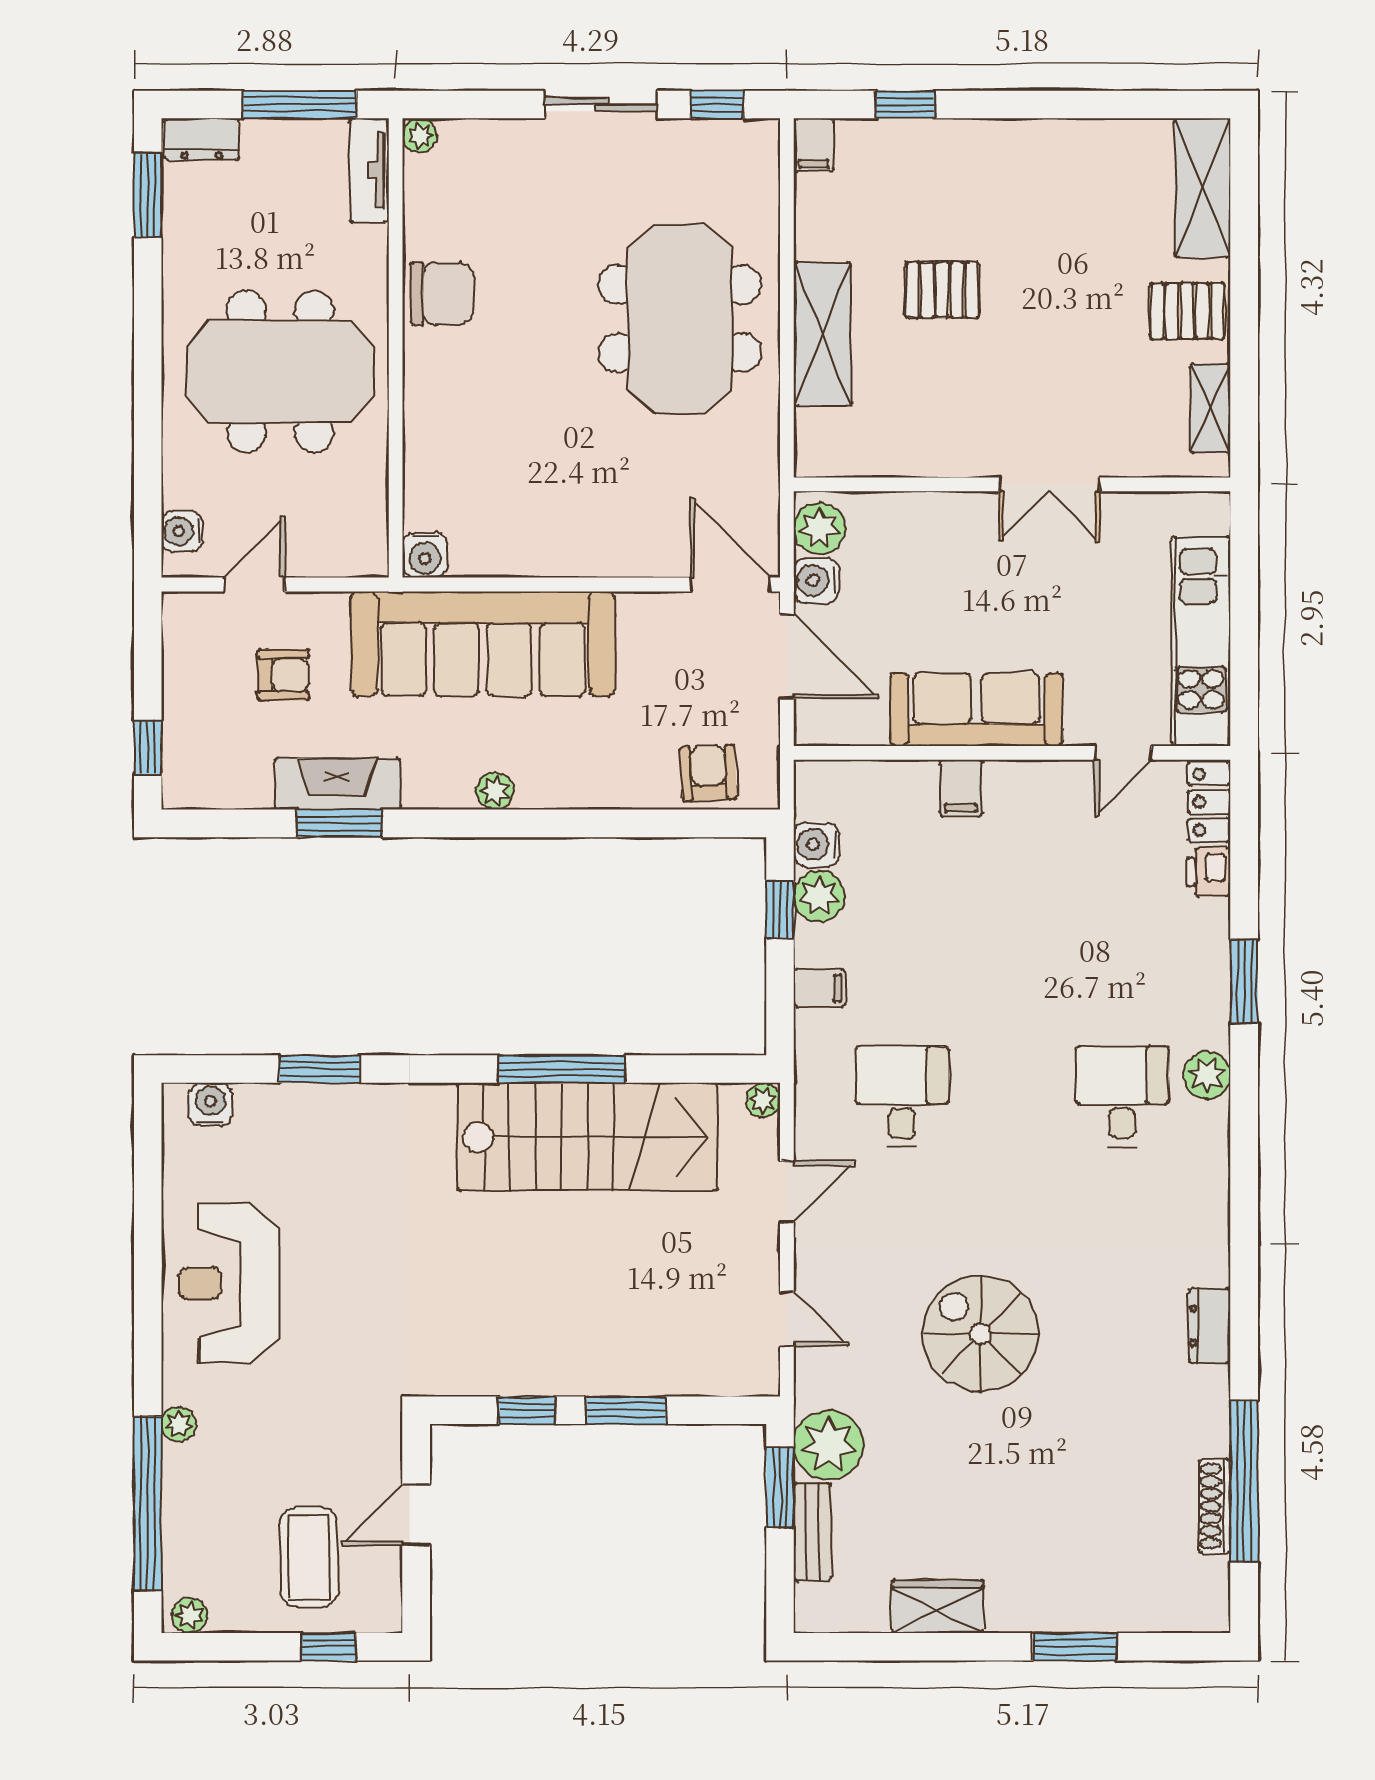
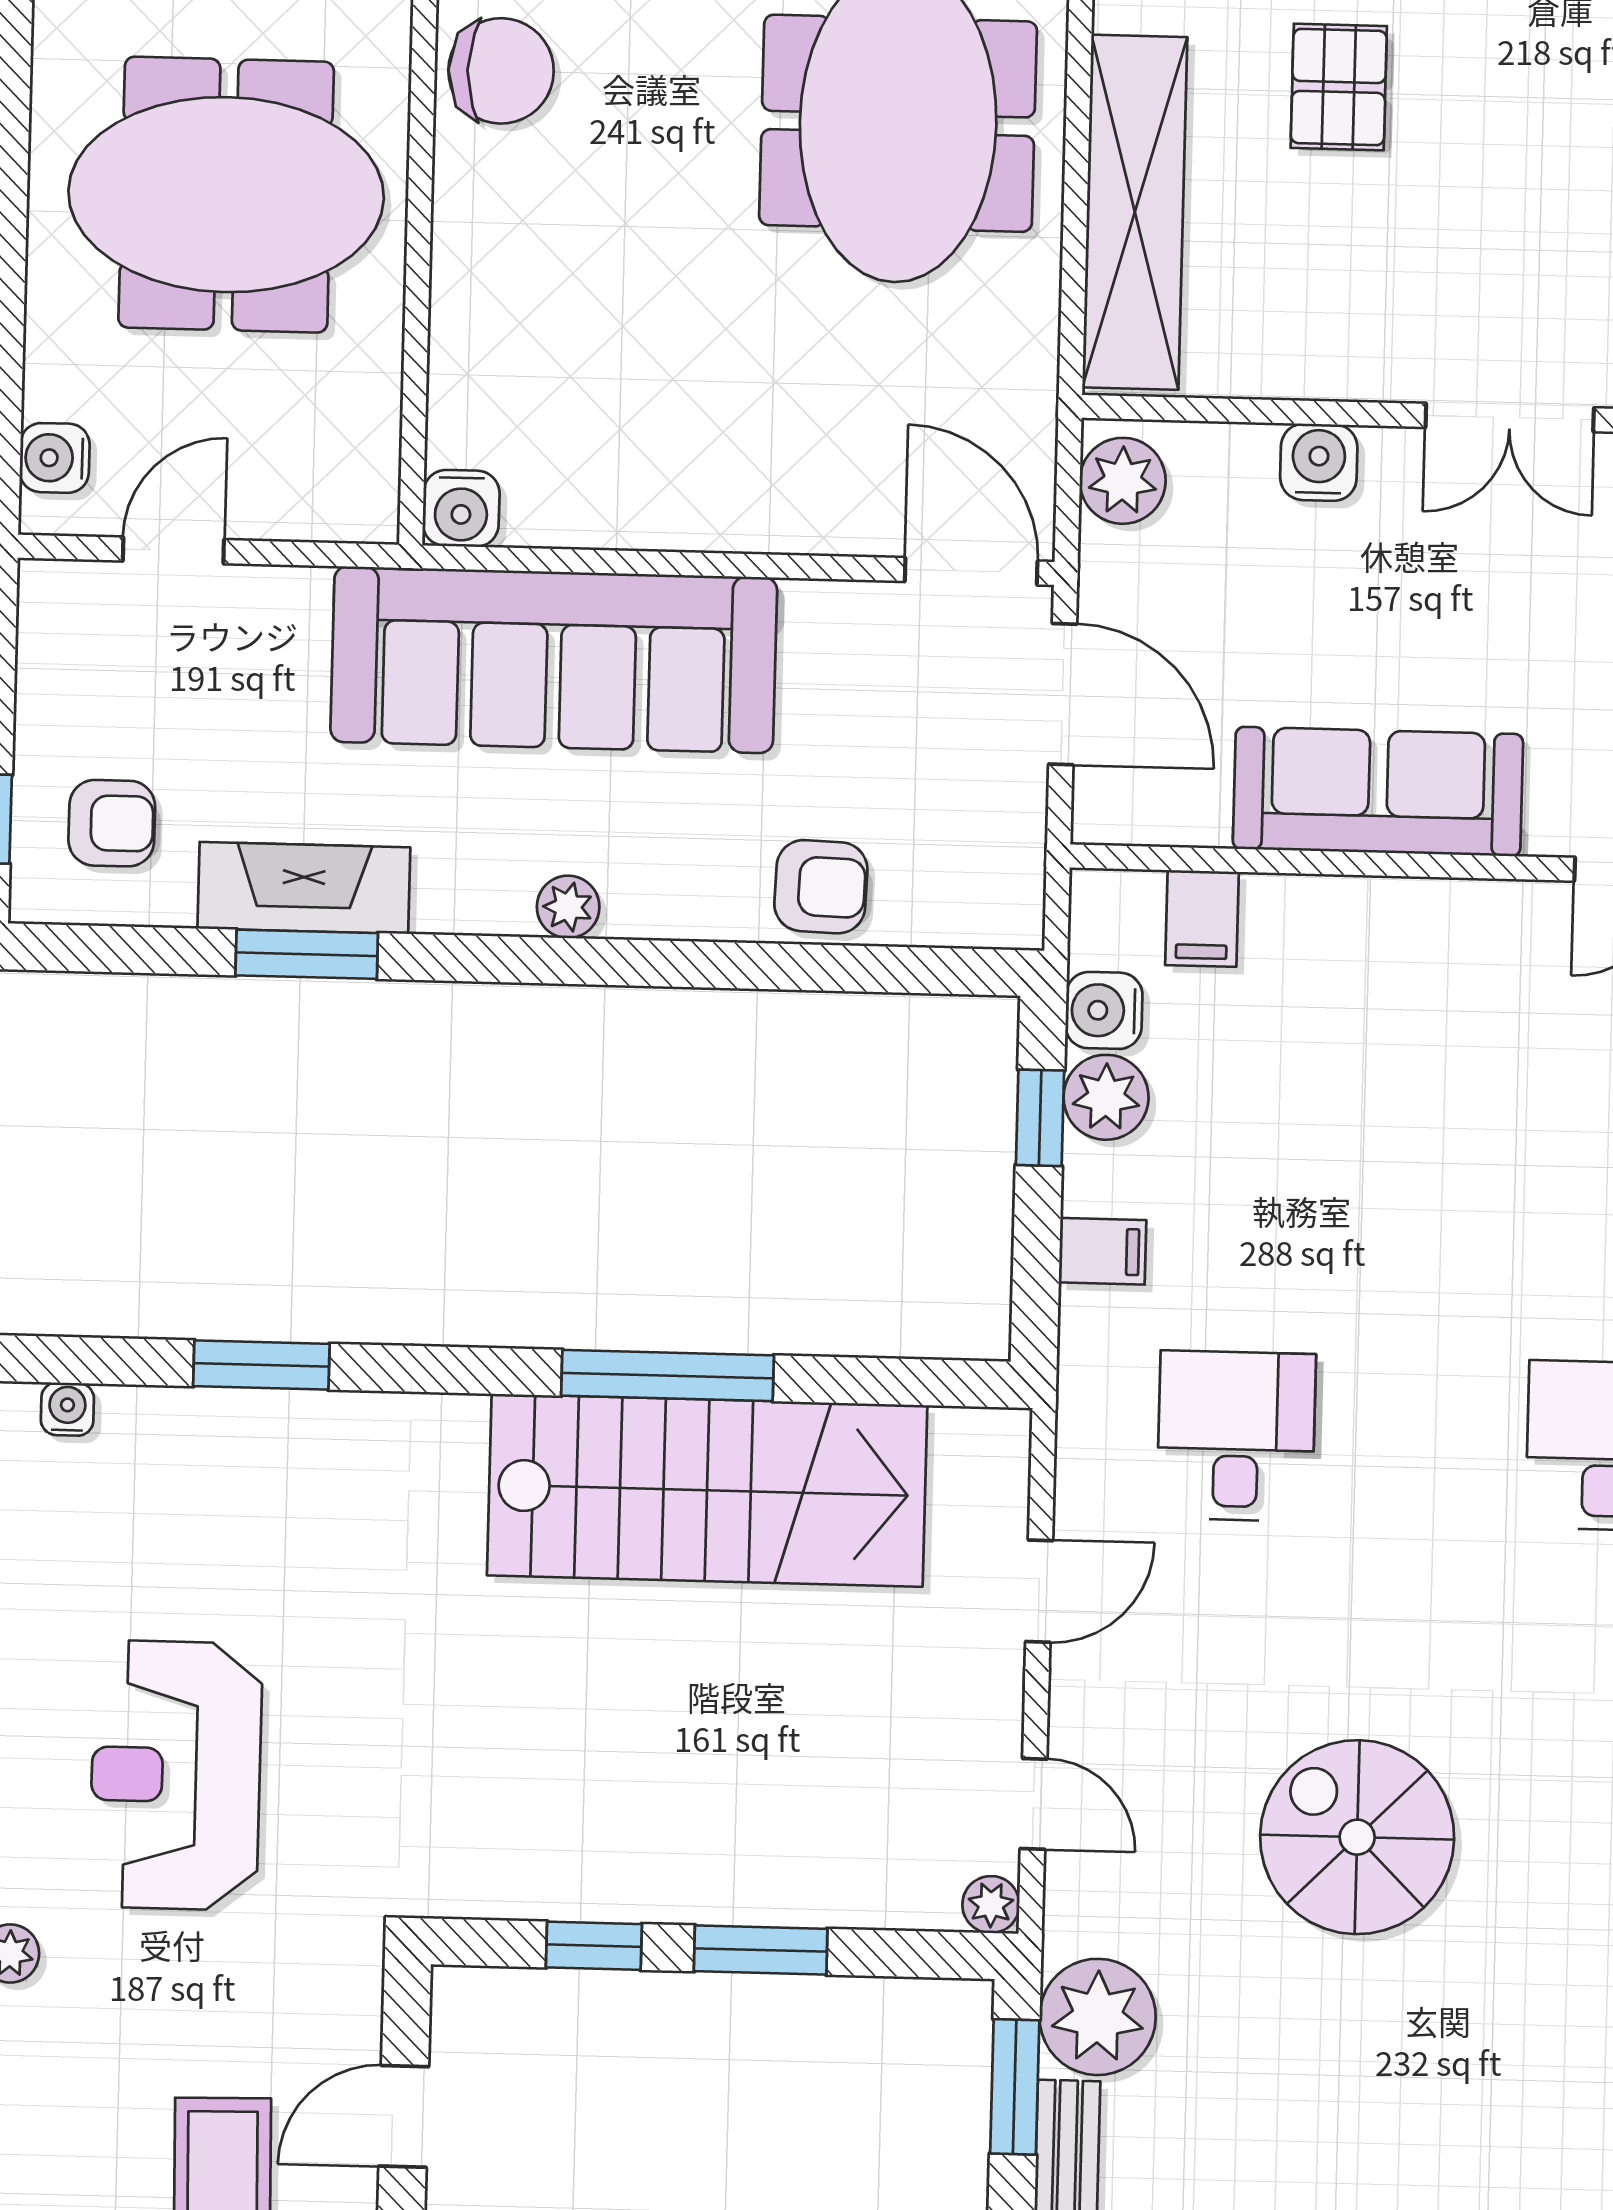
pallet: (942, 290) -> (1339, 87), turned 90
shelving: (822, 334) -> (1135, 212), width x1.47
water cooler: (817, 580) -> (1319, 462), moved, turned 90
armchair: (283, 675) -> (112, 823), moved
armchair: (709, 773) -> (821, 887), moved, turned 95
filing cabinet: (961, 788) -> (1202, 918), moved
plant: (763, 1100) -> (991, 1905), moved
water cooler: (210, 1104) -> (67, 1409), width x0.72, depth x0.72
reception desk: (229, 1283) -> (176, 1775), moved

